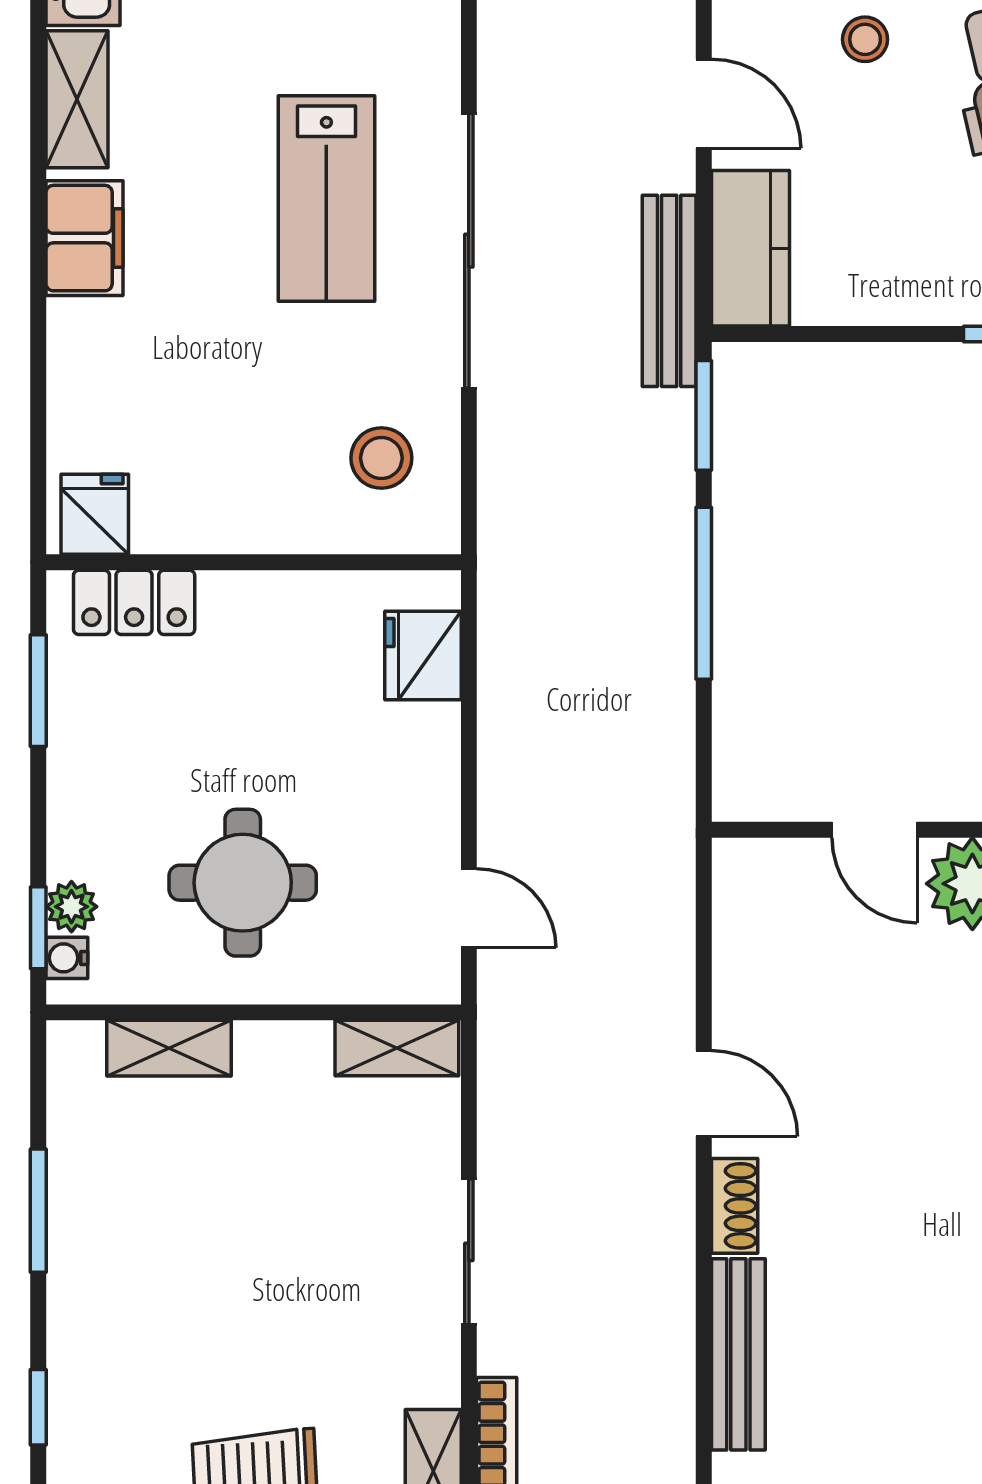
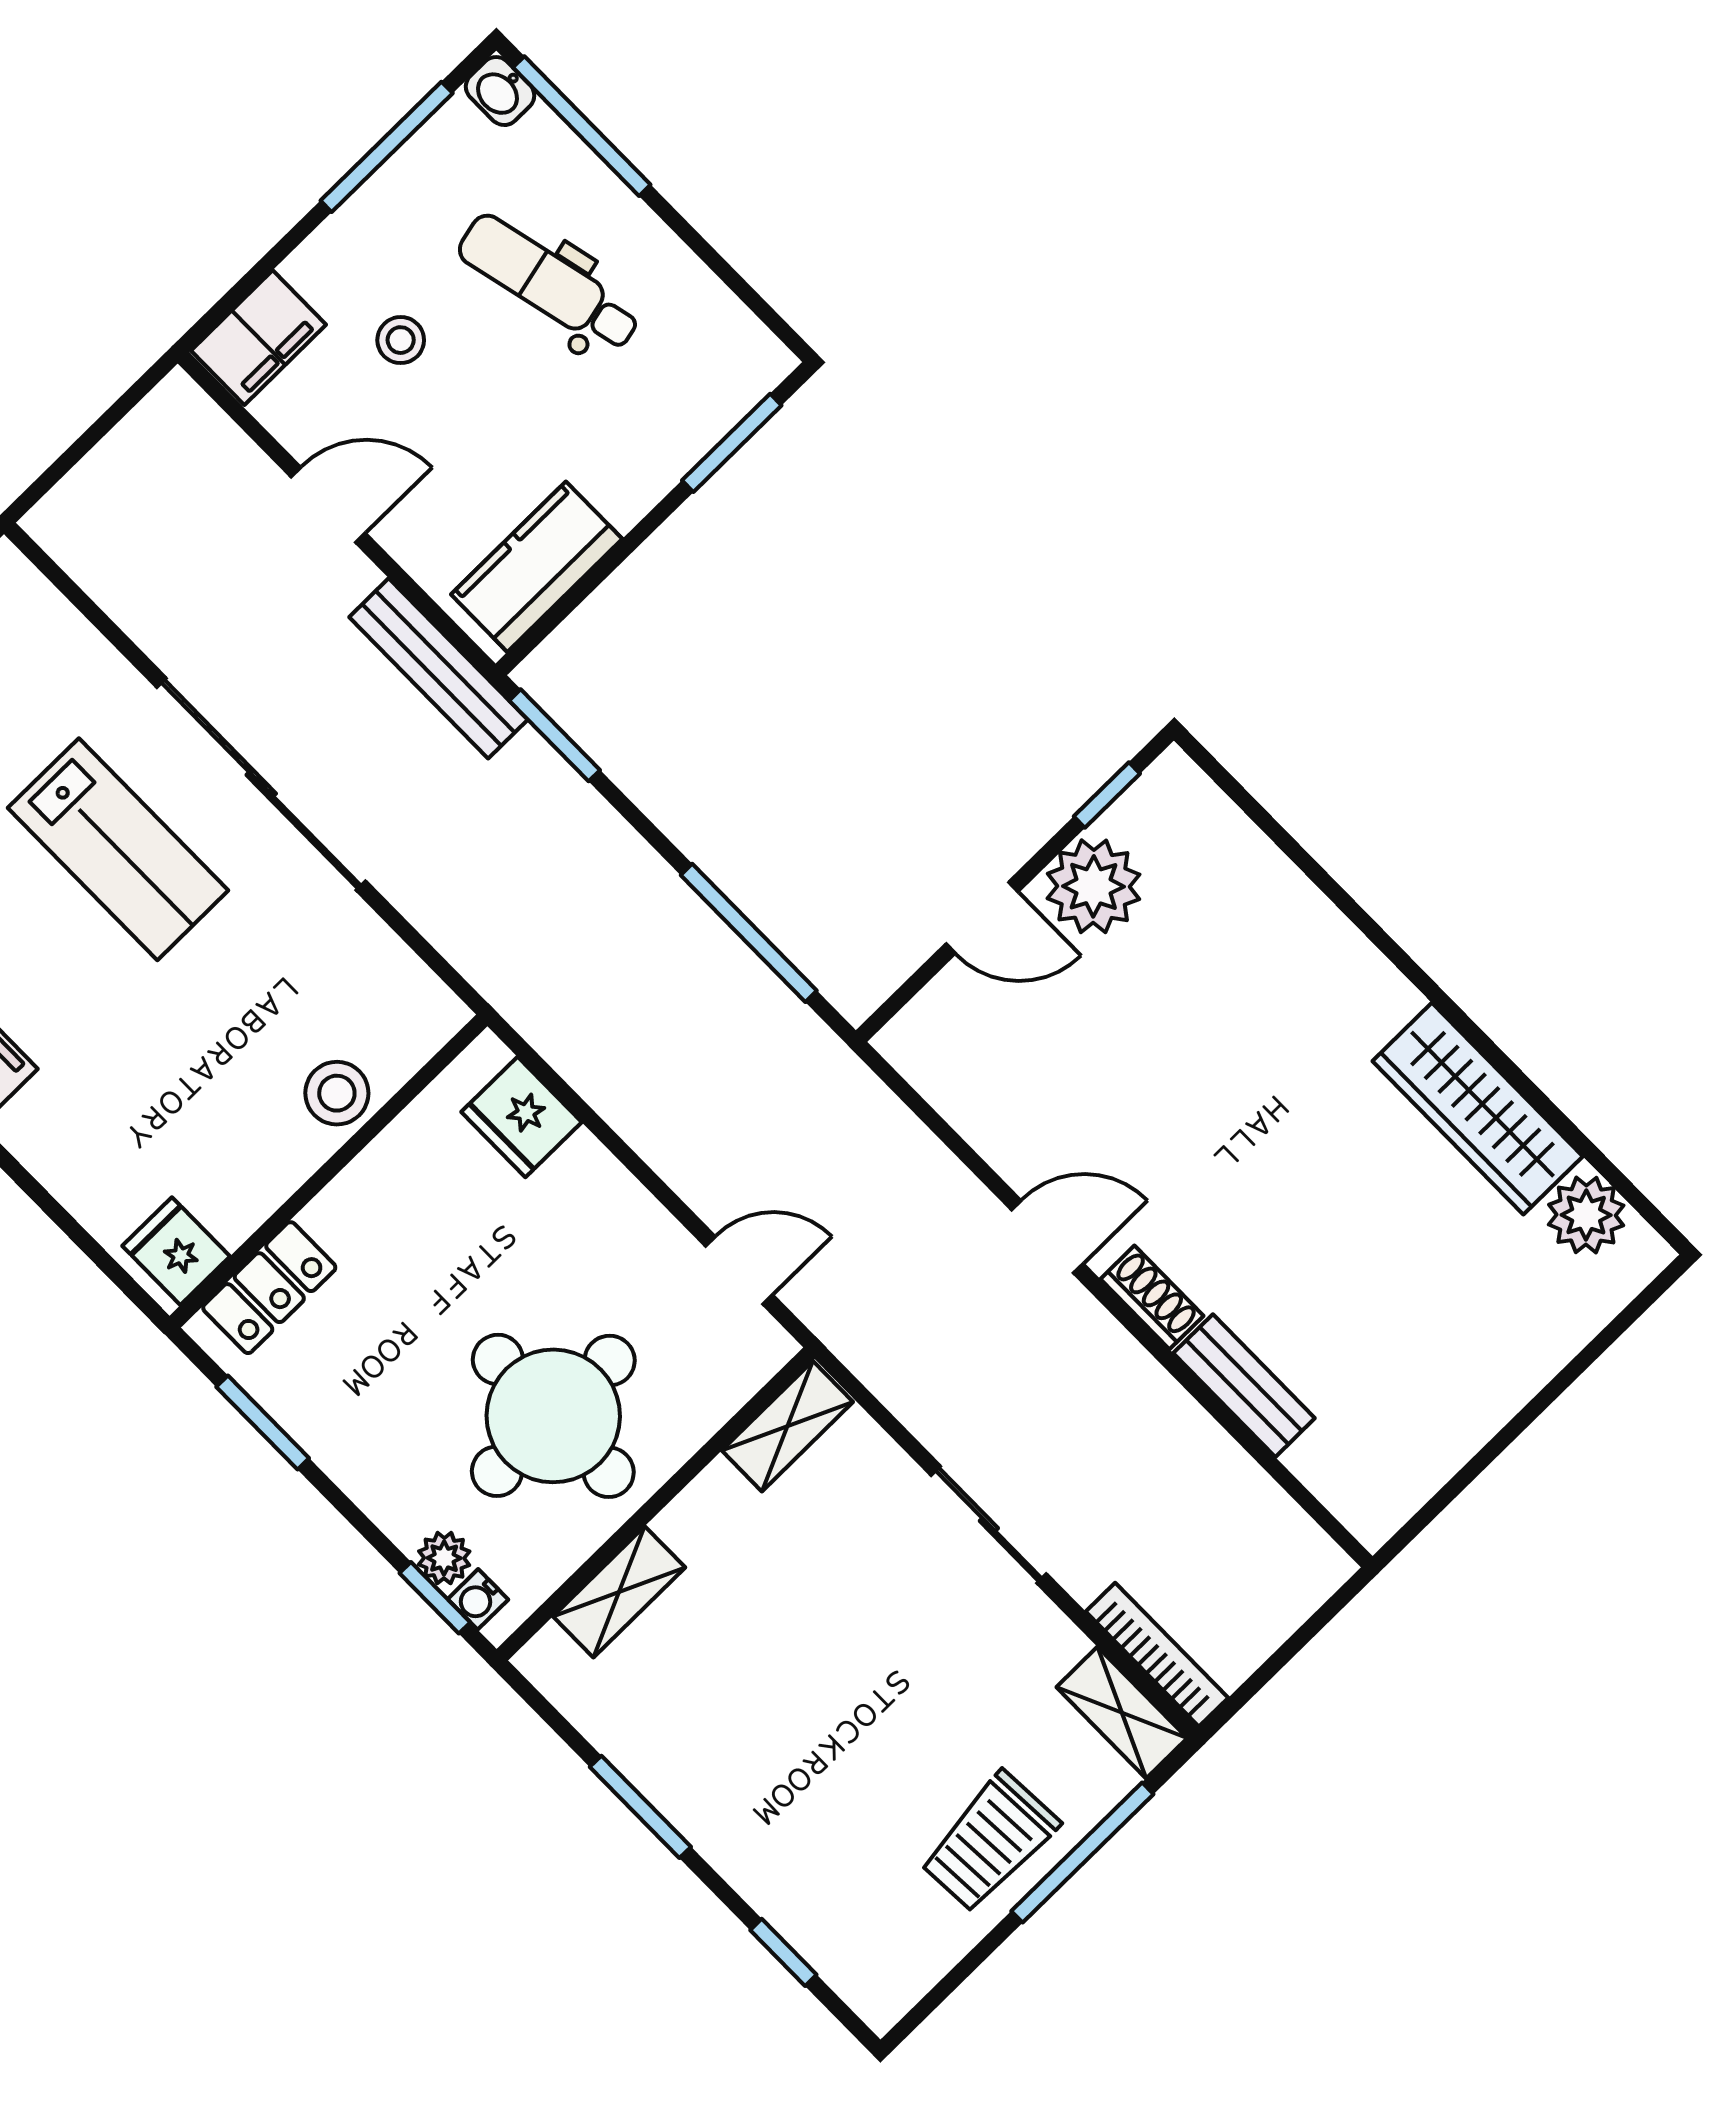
kitchen counter: (750, 248) -> (537, 567), moved, turned -90
stool: (381, 458) -> (337, 1093), moved
window: (704, 593) -> (749, 933), moved
round table: (243, 883) -> (553, 1416), width x1.36, depth x1.36
bench: (738, 1354) -> (1244, 1386), width x0.73

